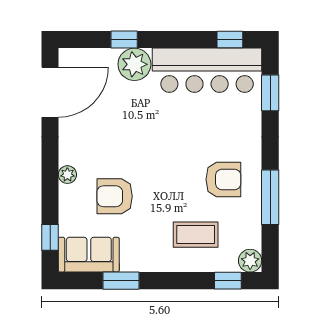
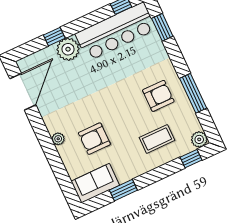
window: (50, 237) -> (66, 184), removed

